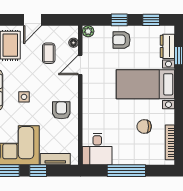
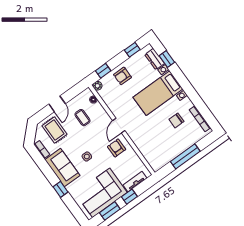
window: (119, 20) -> (103, 71), moved
door: (80, 65) -> (119, 126), moved
desk: (97, 149) -> (157, 156), removed

